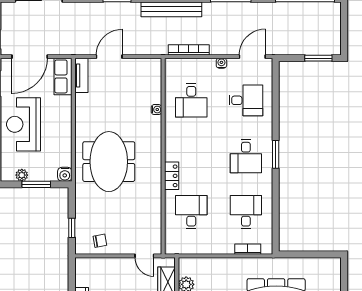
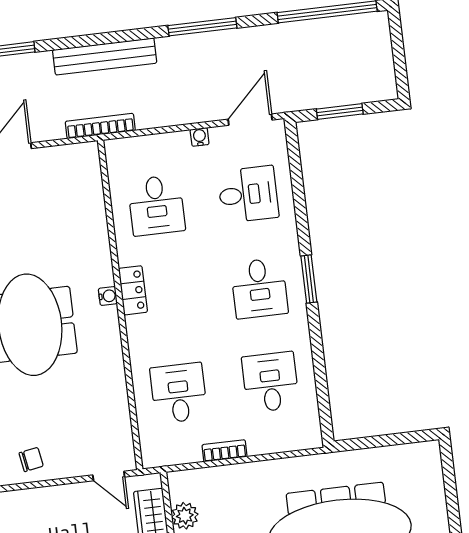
bookcase: (189, 50) -> (100, 126), moved
window: (318, 58) -> (340, 111), moved
water cooler: (156, 110) -> (108, 296), moved
locker: (172, 176) -> (133, 290), moved
bookcase: (248, 249) -> (225, 451), moved

